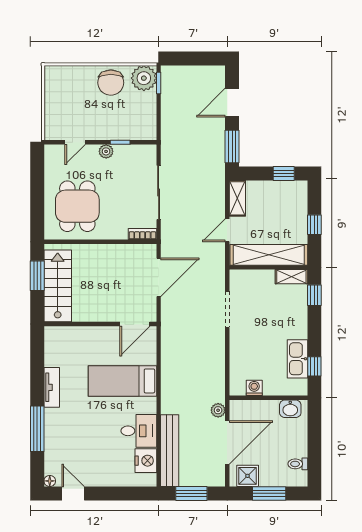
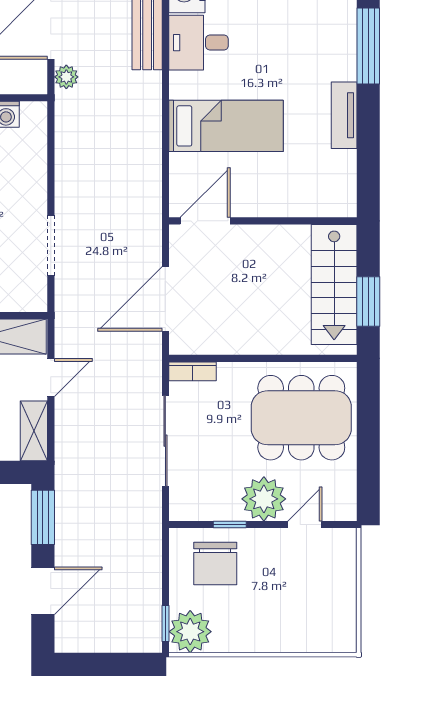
chair: (111, 83) -> (215, 563), moved, turned 180
plant: (106, 151) -> (264, 499), width x1.87, depth x1.87
dining table: (77, 206) -> (301, 418), width x1.38

